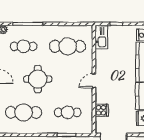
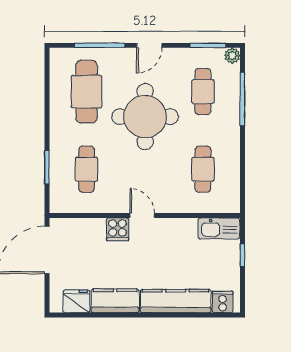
cafe table: (68, 46) -> (203, 169), width x0.73, depth x0.74
round table: (38, 79) -> (145, 117), width x1.36, depth x1.36
cooker: (102, 110) -> (118, 229), moved

